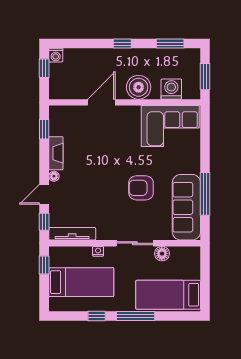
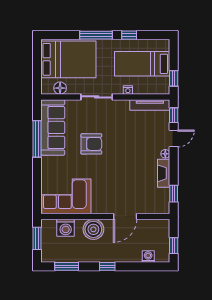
washing machine: (56, 55) -> (148, 257), moved
floor lamp: (162, 254) -> (60, 88), moved
bed: (168, 295) -> (68, 59), width x1.50

